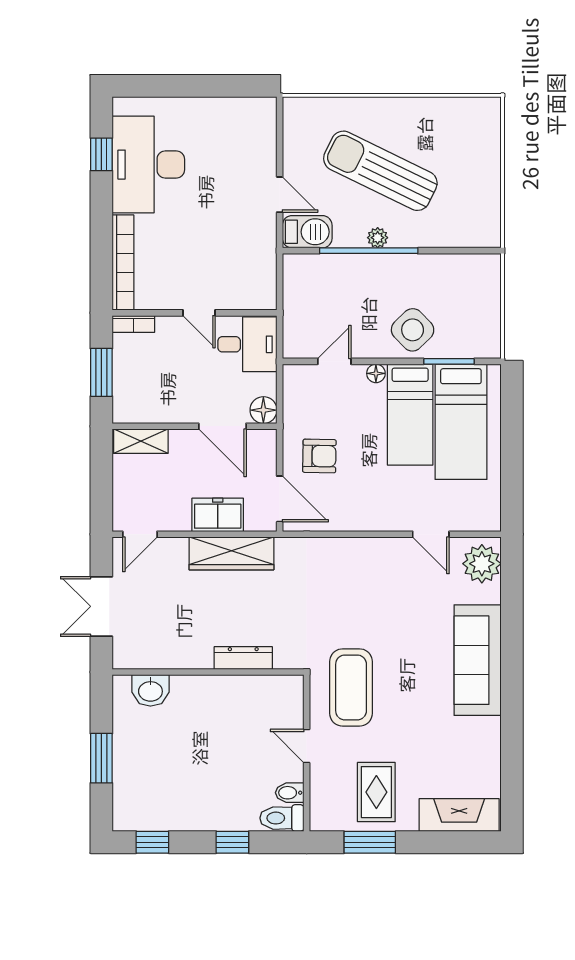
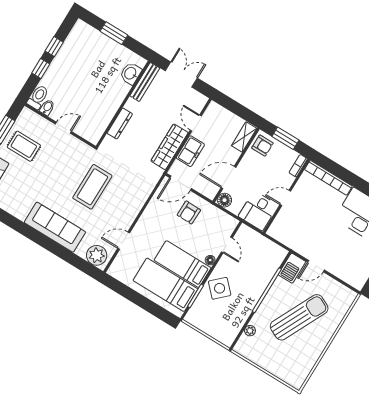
plant: (378, 238) -> (250, 331), moved
armchair: (136, 403) -> (262, 146), added
door: (140, 534) -> (196, 123), moved
bench: (150, 659) -> (145, 82), added
coffee table: (351, 687) -> (92, 187), moved, turned 90
window: (152, 842) -> (54, 47), moved

